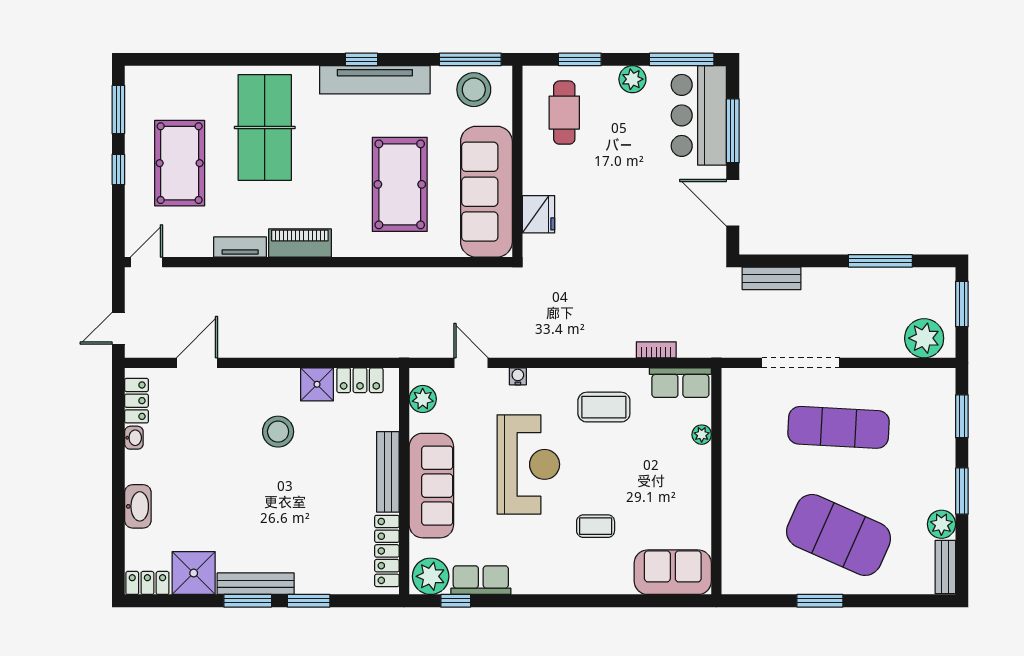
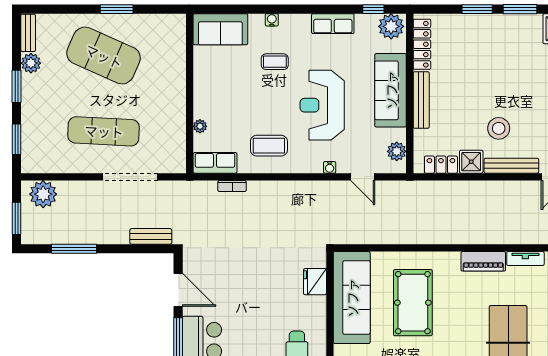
row of seats: (481, 580) -> (333, 24), moved
bench: (256, 584) -> (511, 166), moved
water cooler: (600, 586) -> (272, 20), added

